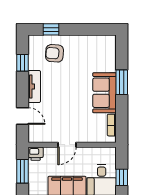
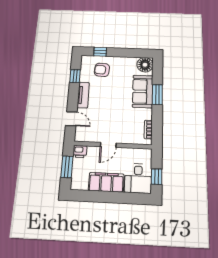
floor lamp: (106, 45) -> (145, 65), added
sofa: (104, 93) -> (143, 91), moved

